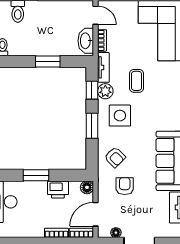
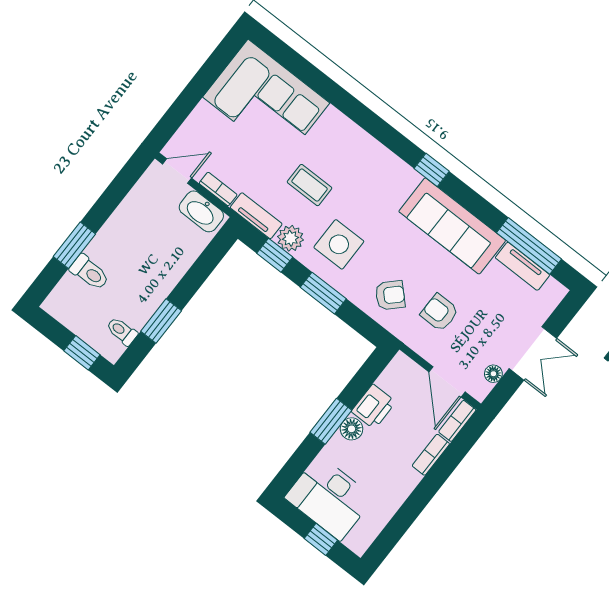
window: (48, 62) -> (161, 321), moved
floor lamp: (87, 187) -> (352, 429), moved

